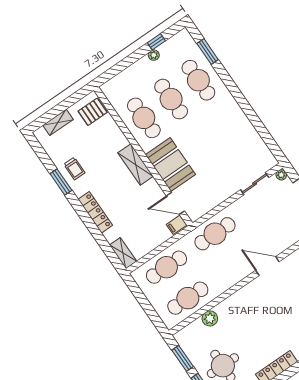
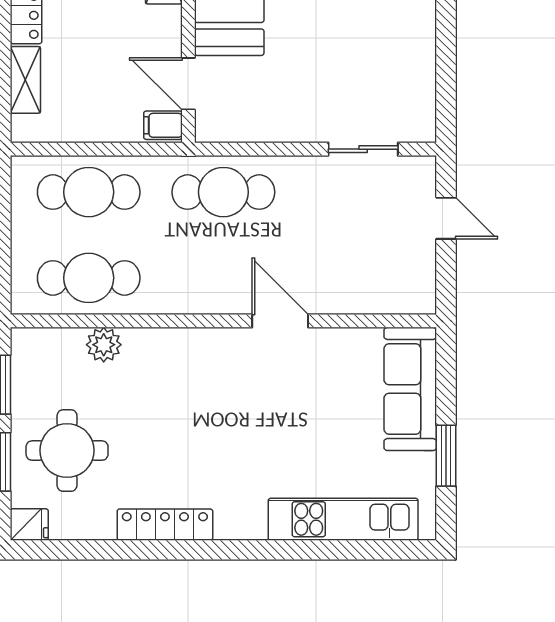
plant: (281, 175) -> (425, 167), removed
shelving: (123, 253) -> (25, 80), moved

